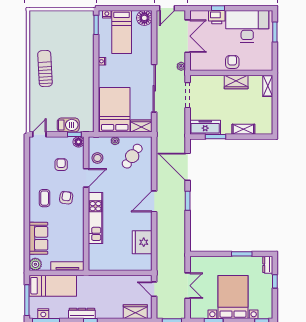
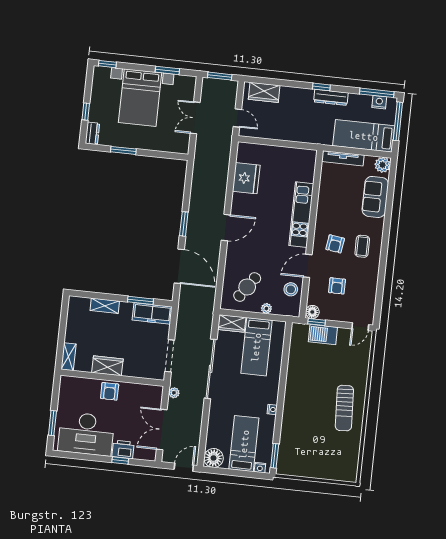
bed: (115, 110) -> (256, 347), width x0.67

